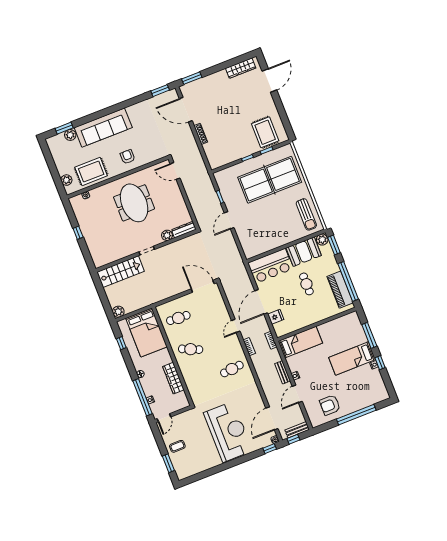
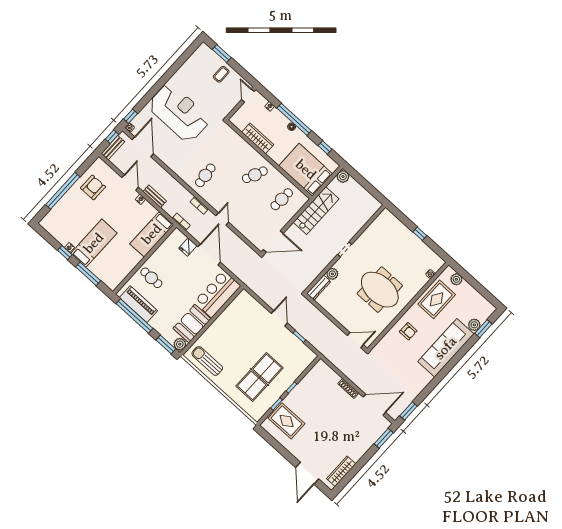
table tennis table: (270, 180) -> (260, 377), width x0.73, depth x0.76
stairs: (121, 272) -> (316, 211), moved, turned 180
cafe table: (306, 284) -> (151, 278), moved
window: (143, 397) -> (294, 119), moved
reception desk: (228, 432) -> (179, 113), turned 180

